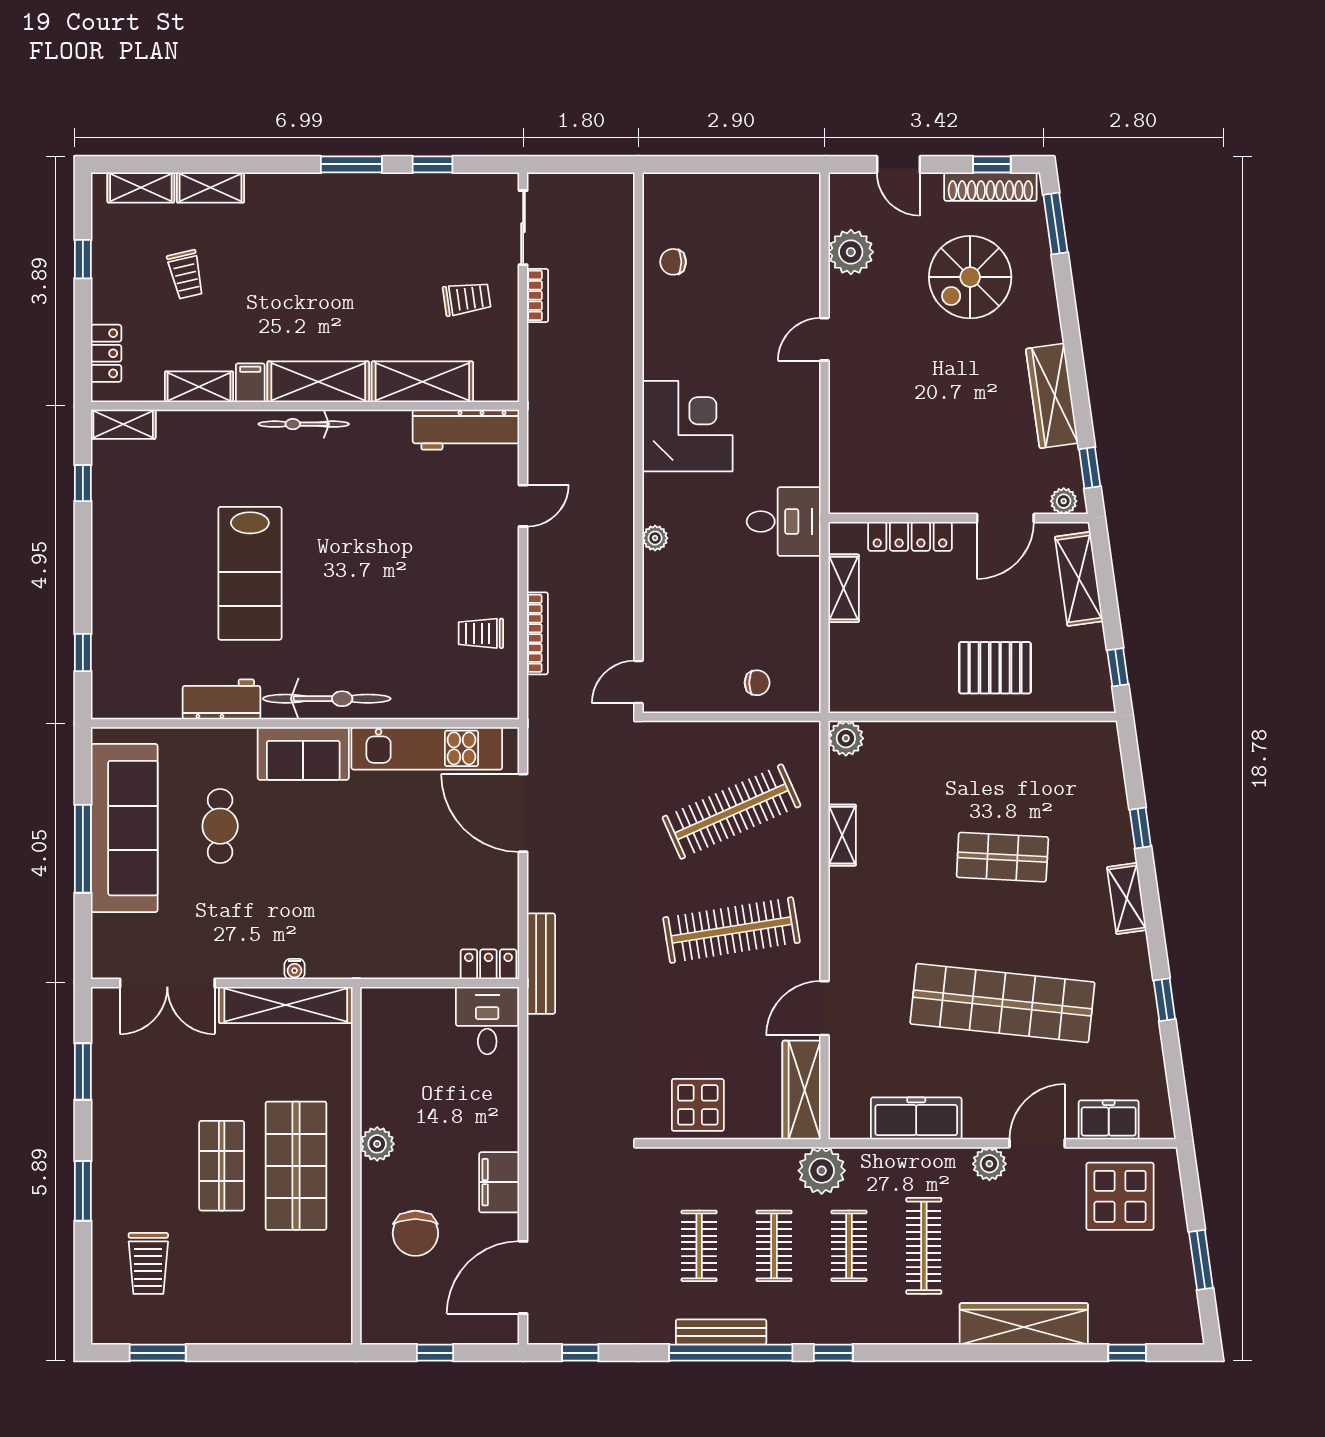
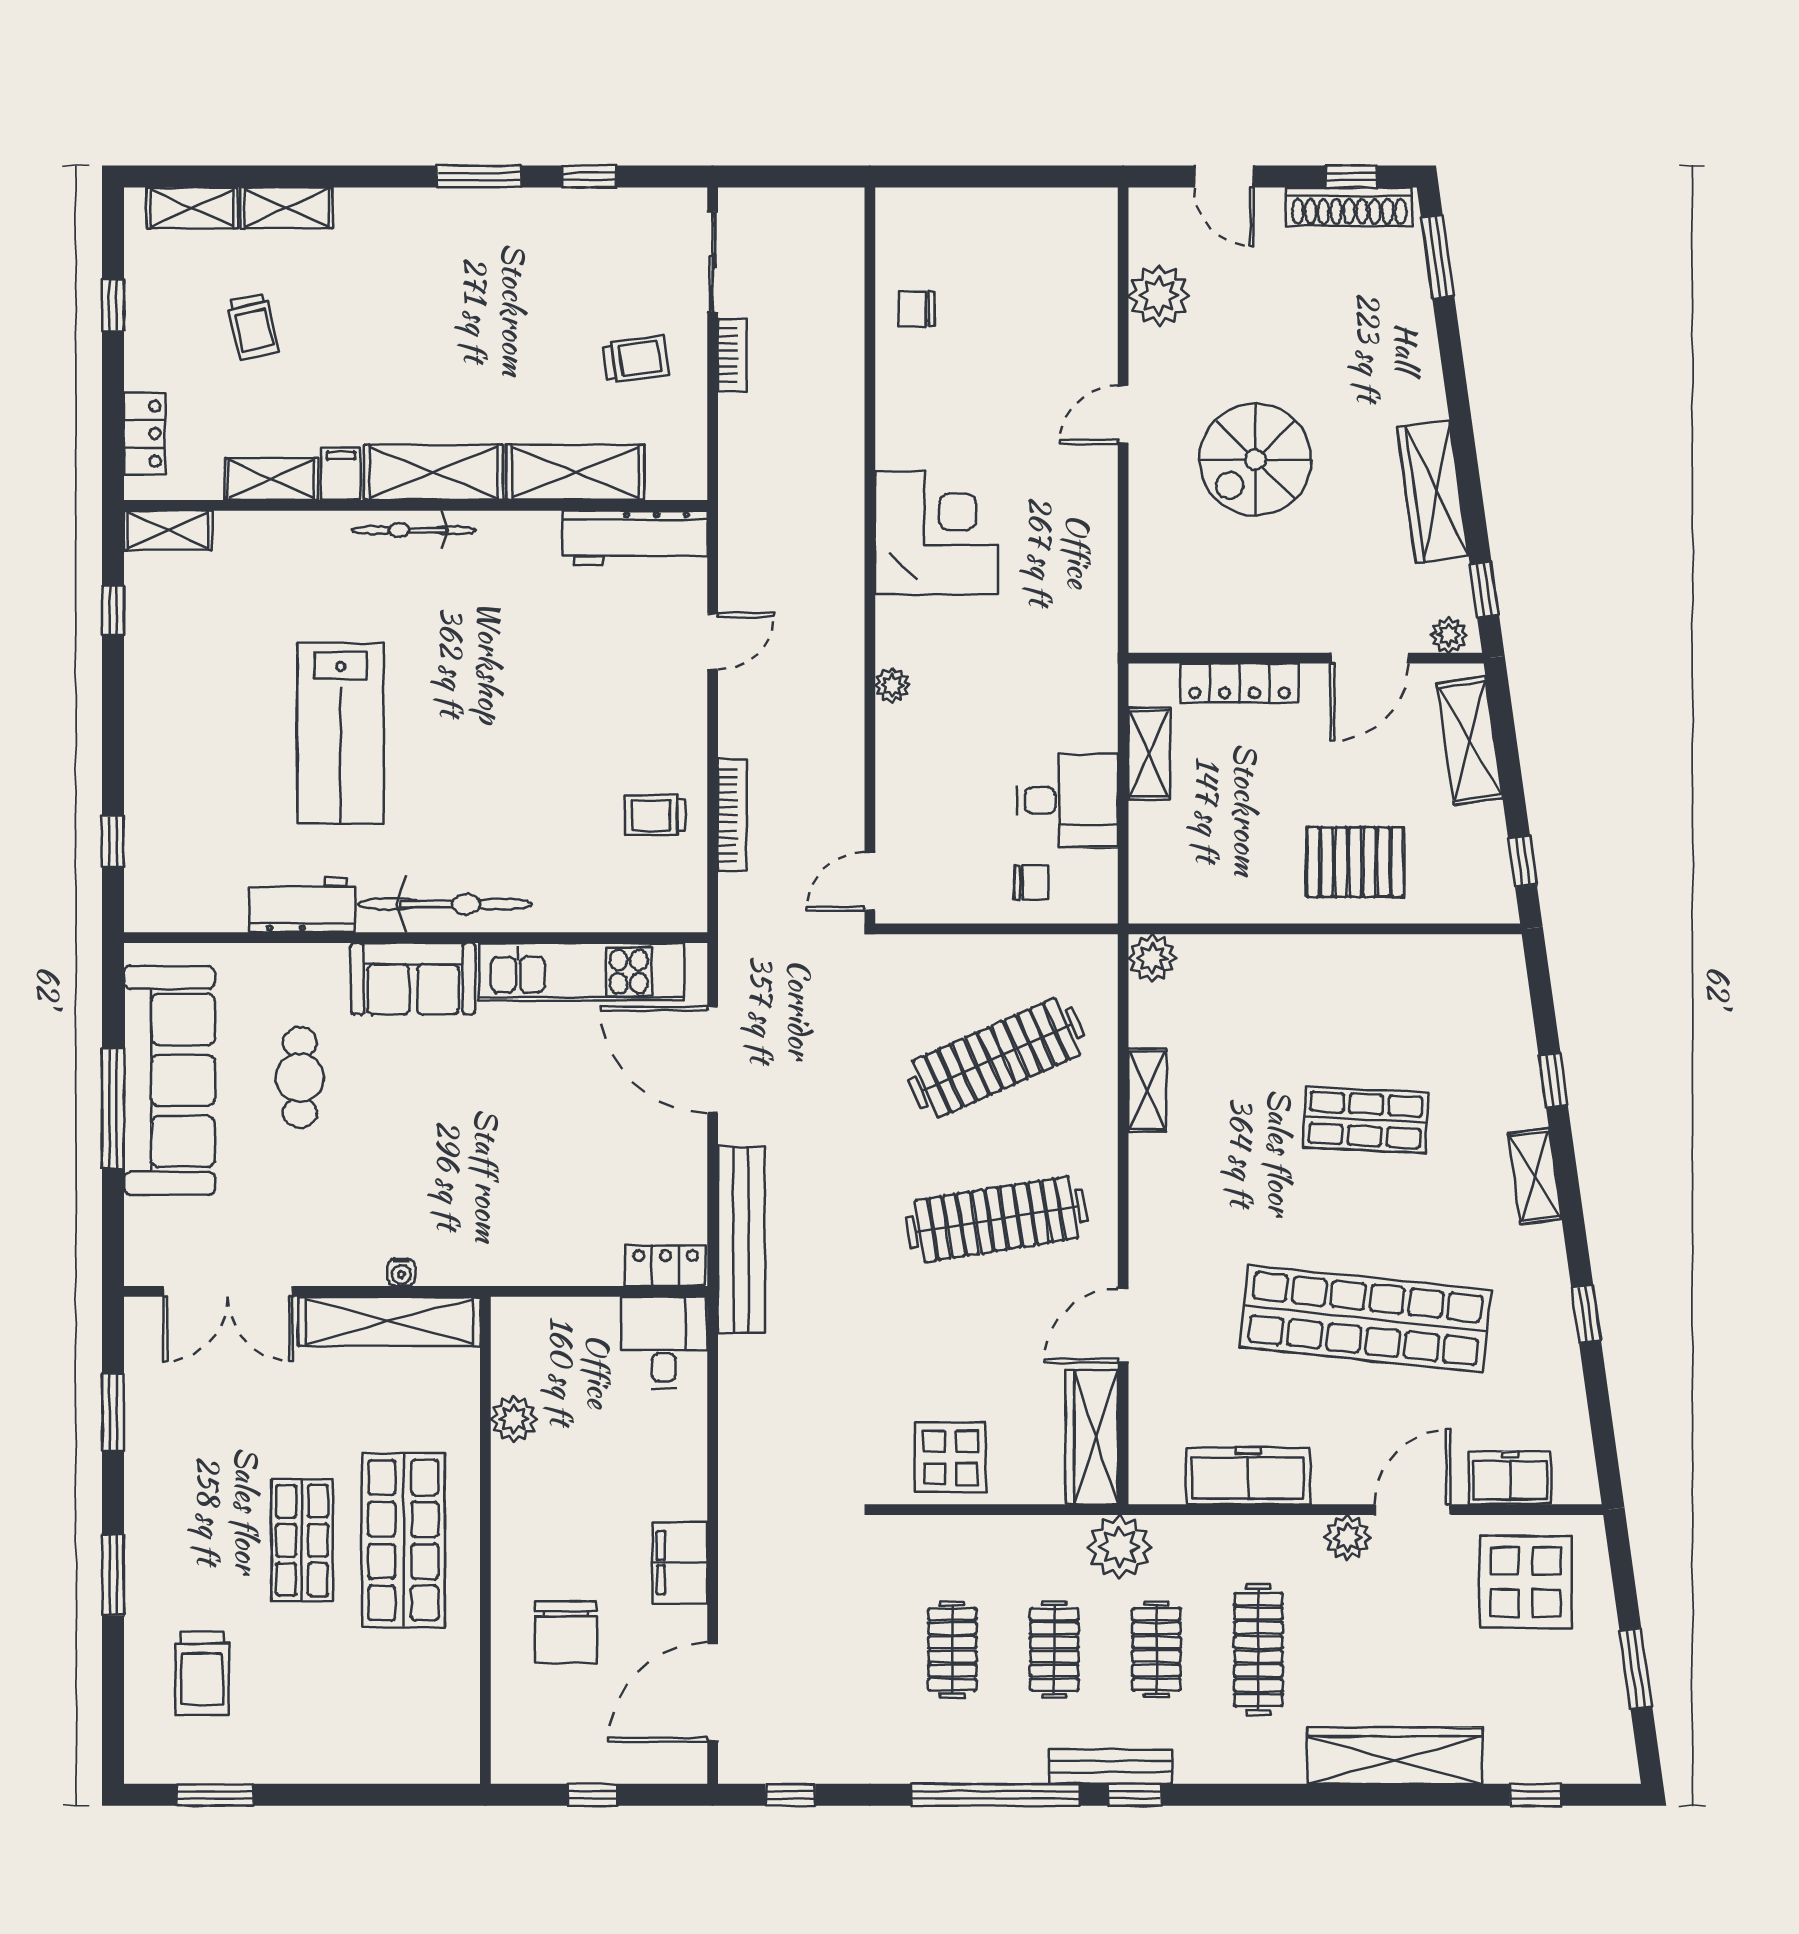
spiral stairs: (970, 277) -> (1255, 460), moved
desk: (784, 522) -> (1067, 800), moved
bench: (541, 964) -> (741, 1240), width x1.37, depth x1.21
plant: (377, 1144) -> (514, 1419), moved
bench: (721, 1332) -> (1111, 1767), moved

